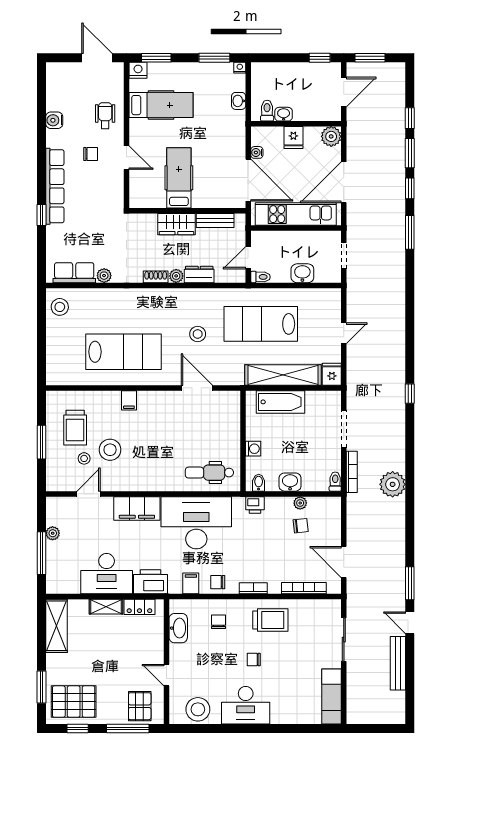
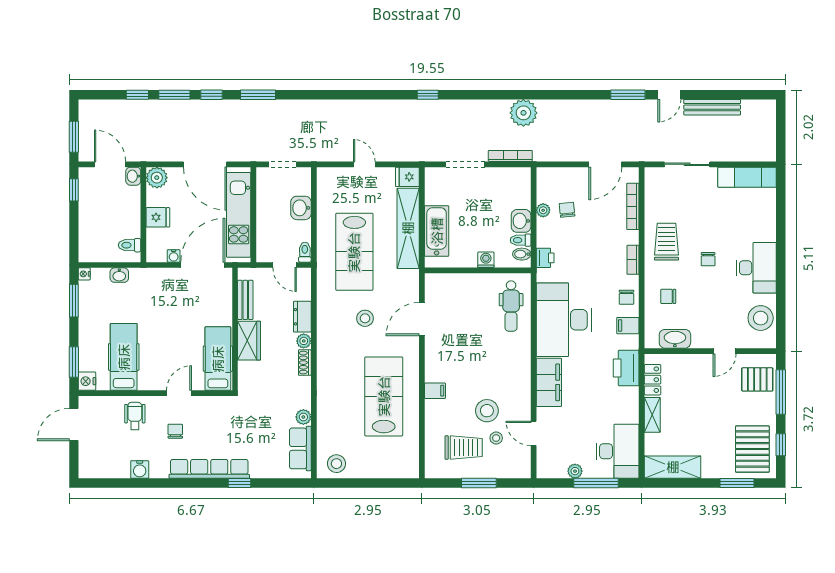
washbasin: (284, 114) -> (133, 176), moved
wheelchair: (105, 116) -> (135, 416), turned 90
hospital bed: (179, 178) -> (218, 359), moved, turned 90
toilet: (335, 482) -> (521, 240), moved
desk: (107, 574) -> (618, 451), moved

